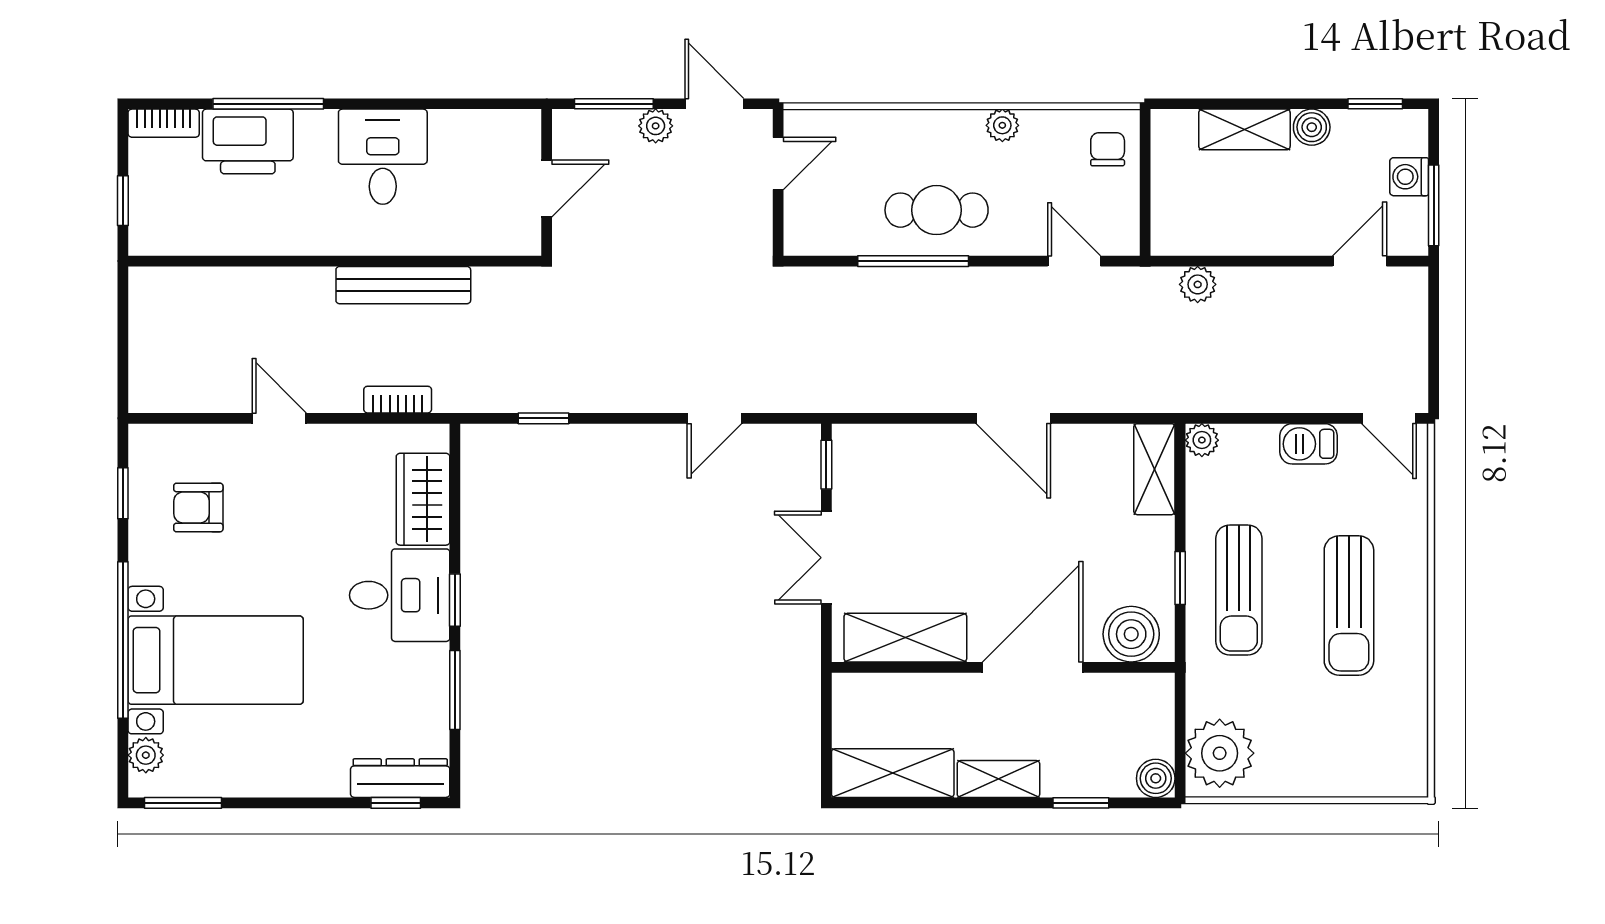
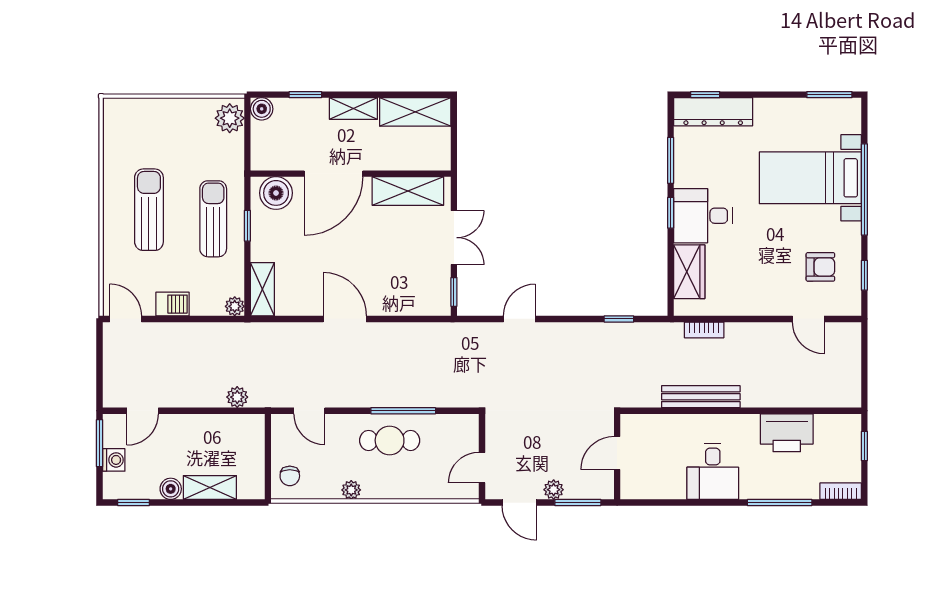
printer: (248, 141) -> (787, 433), moved, turned 180
door: (279, 418) -> (808, 319), moved
plant: (1220, 753) -> (230, 118), width x0.73, depth x0.73
plant: (146, 755) -> (851, 122), removed
dresser: (400, 778) -> (713, 112), width x1.37, depth x1.24

